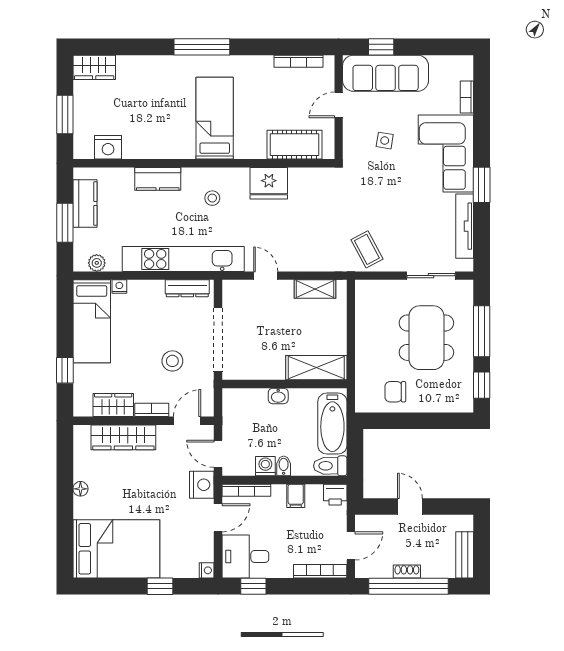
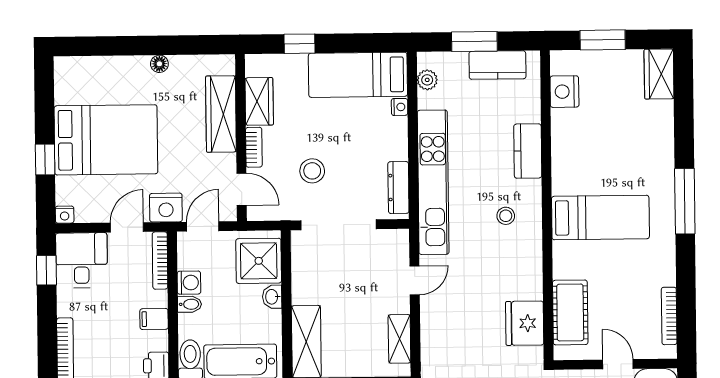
fridge: (269, 183) -> (525, 323), moved
shower: (248, 407) -> (259, 261), added
door: (218, 518) -> (127, 227), swing flipped
bed: (116, 549) -> (106, 140), moved, turned -90

